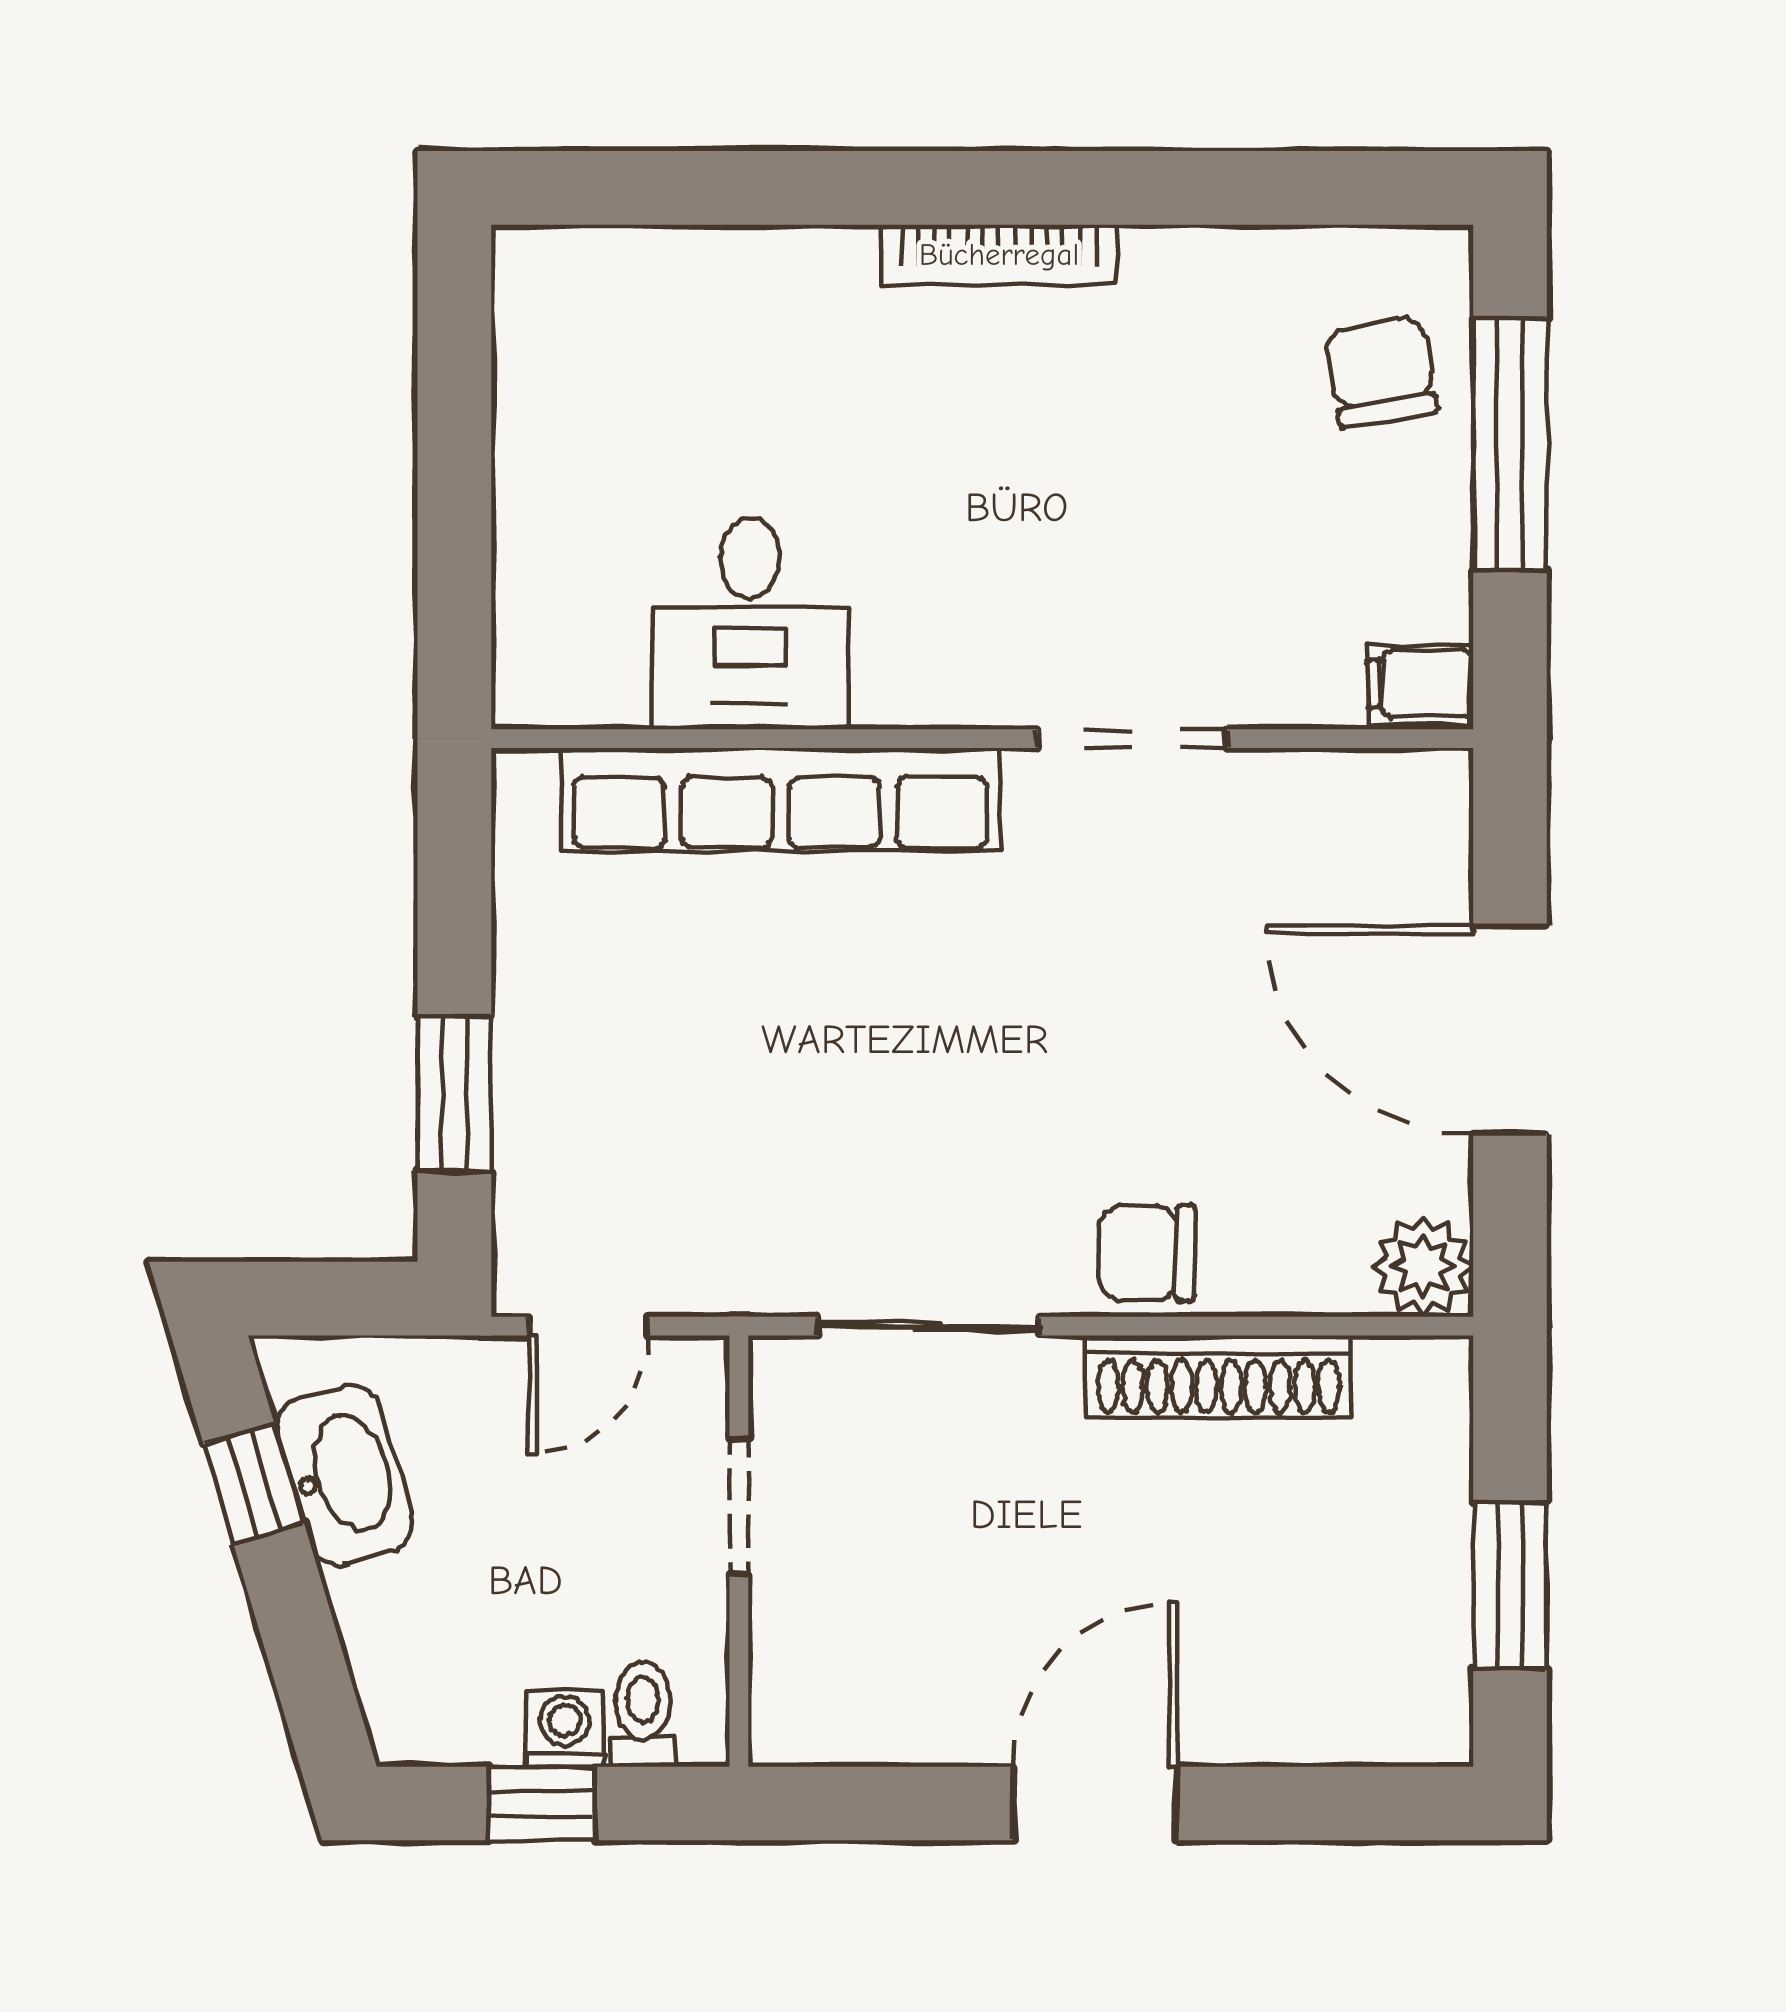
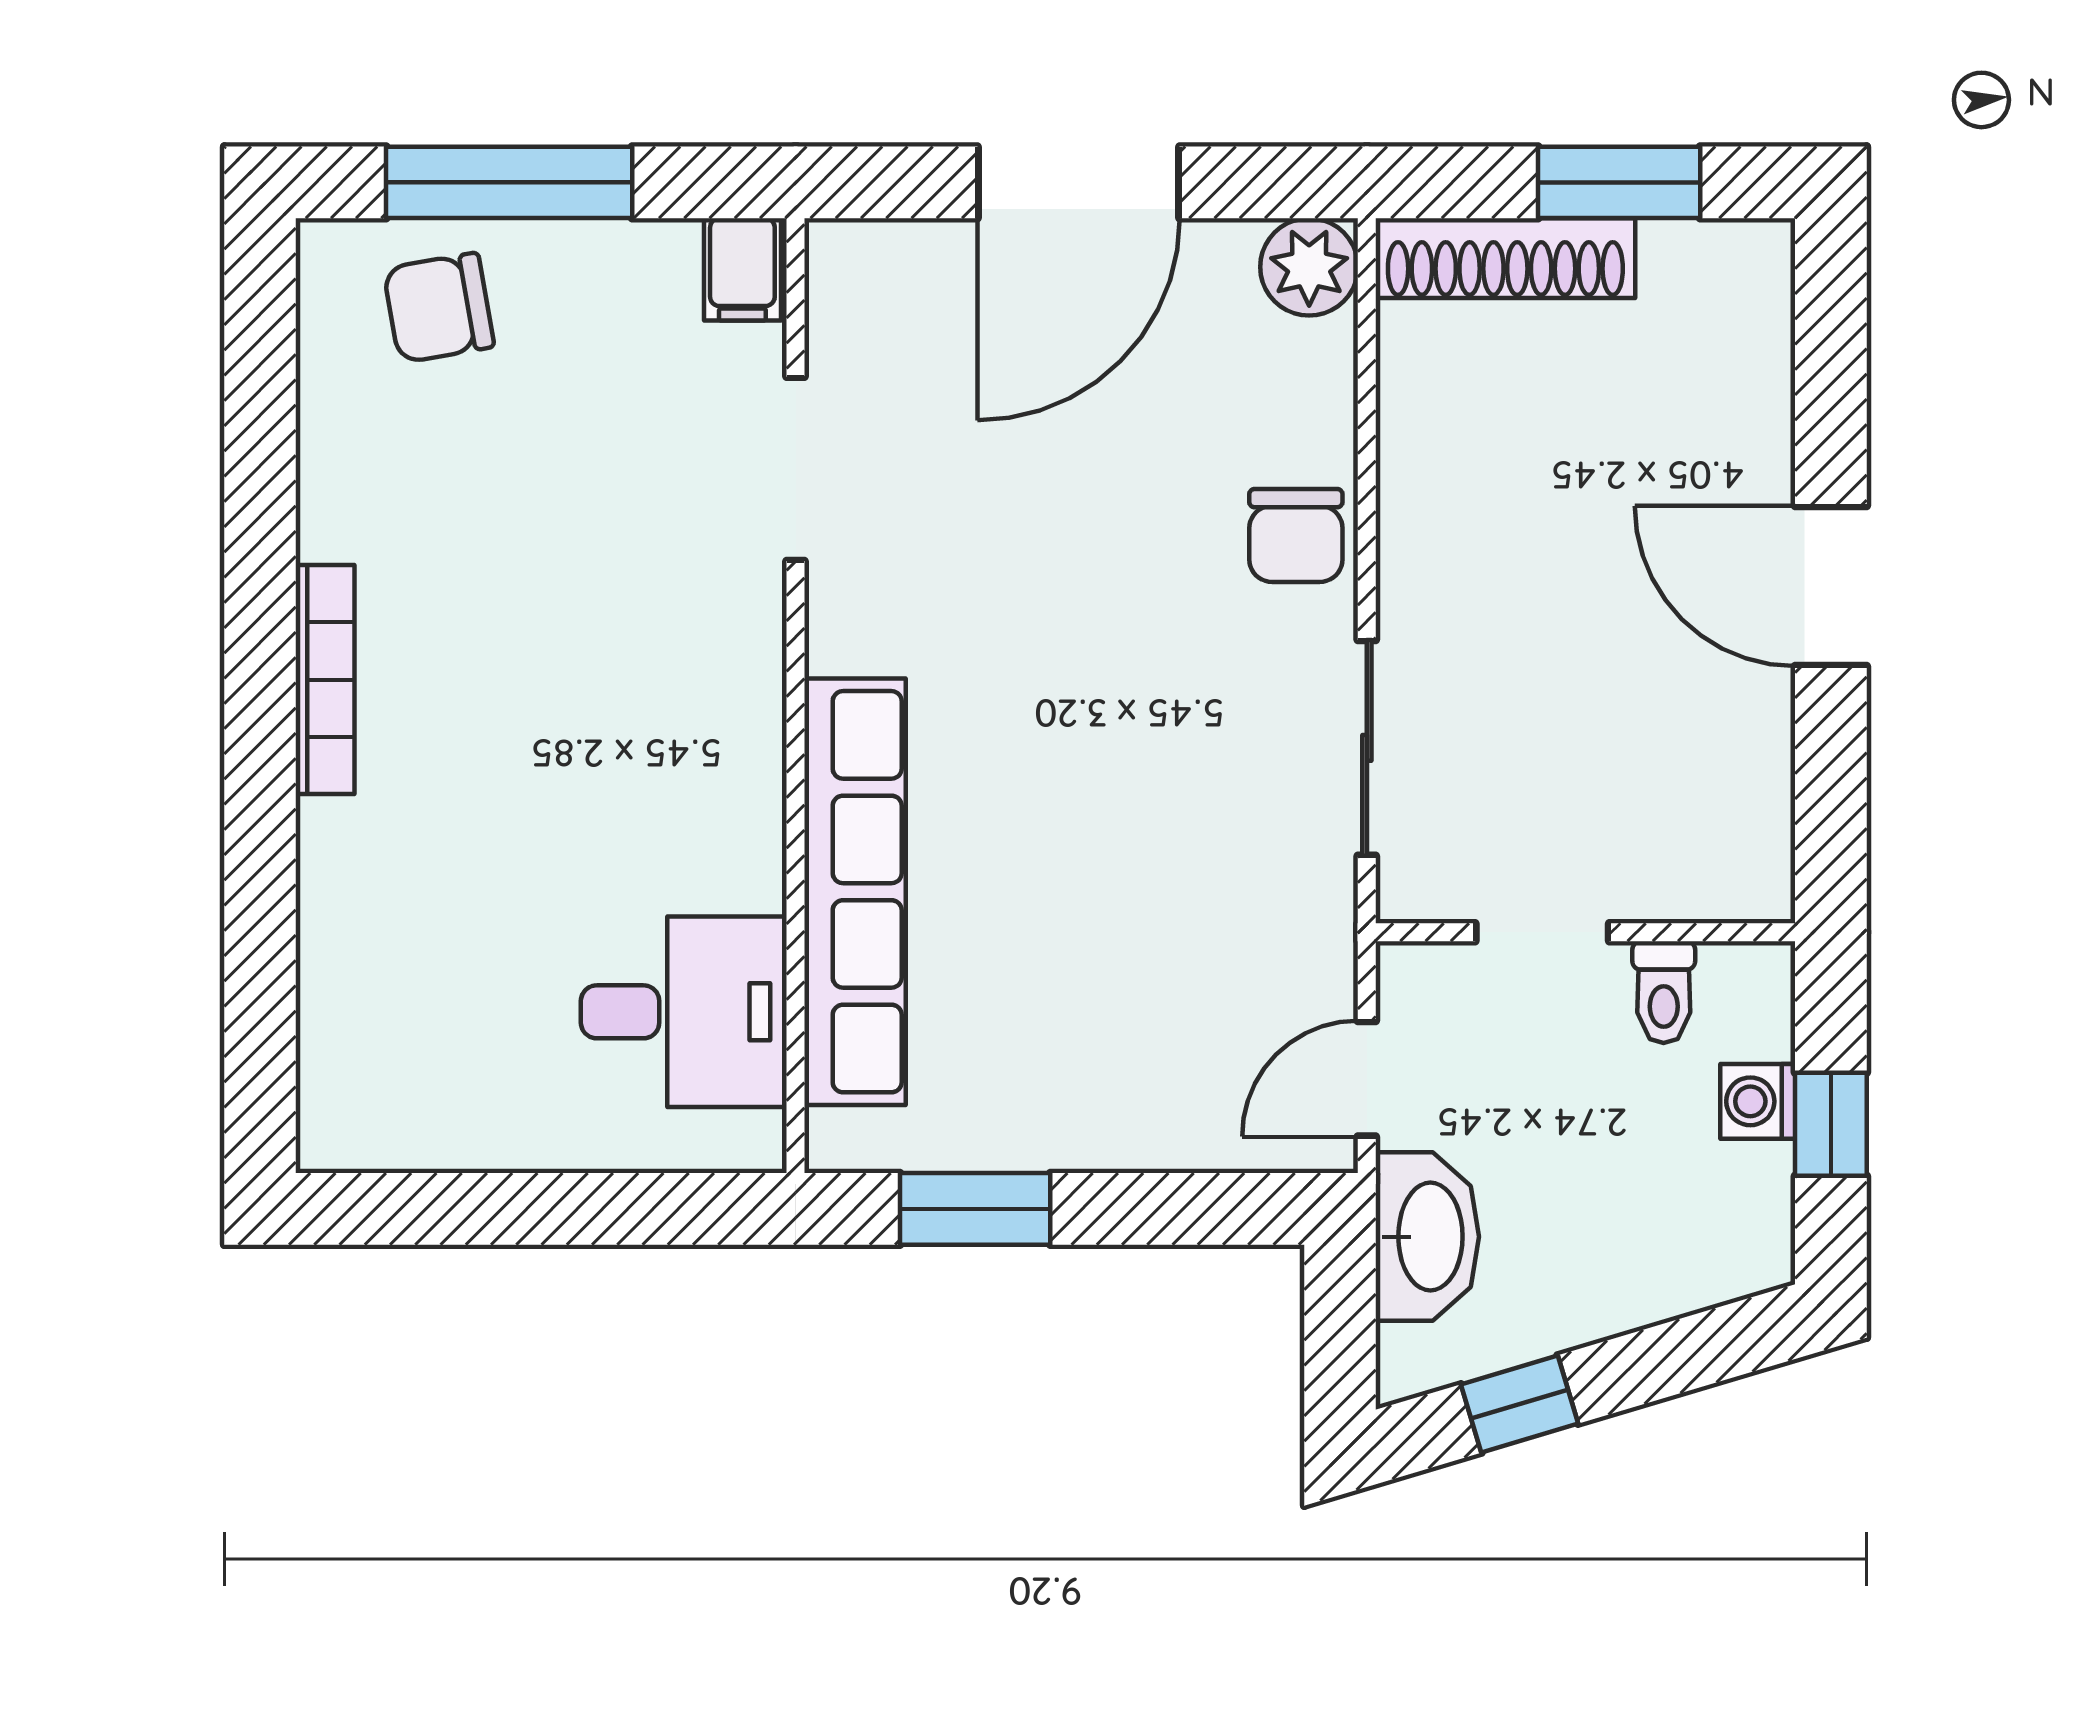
desk: (750, 624) -> (684, 1012), moved
doorway: (1132, 739) -> (796, 469), moved
window: (454, 1094) -> (975, 1209), moved
door: (588, 1326) -> (1367, 1079), swing flipped
shoe rack: (1219, 1377) -> (1505, 258), moved, turned 90
washbasin: (345, 1475) -> (1427, 1237), moved, turned 107
toilet: (643, 1714) -> (1664, 992), moved, turned -90

